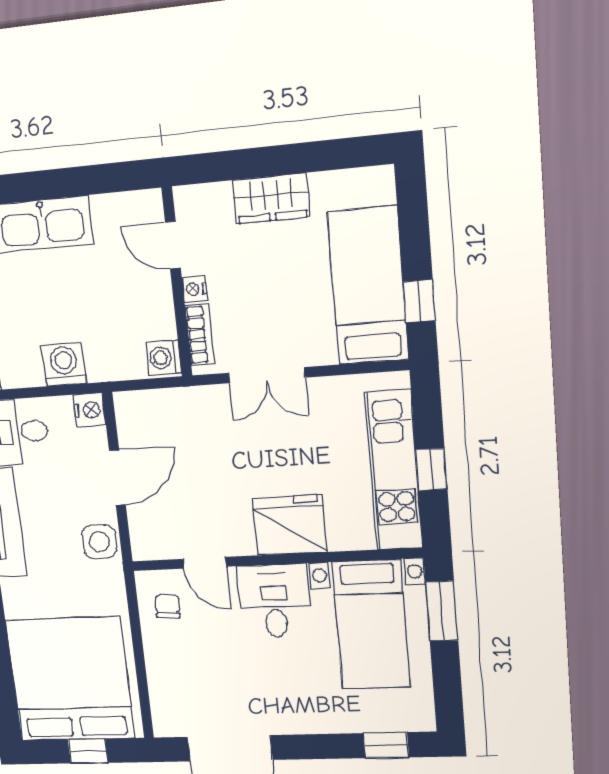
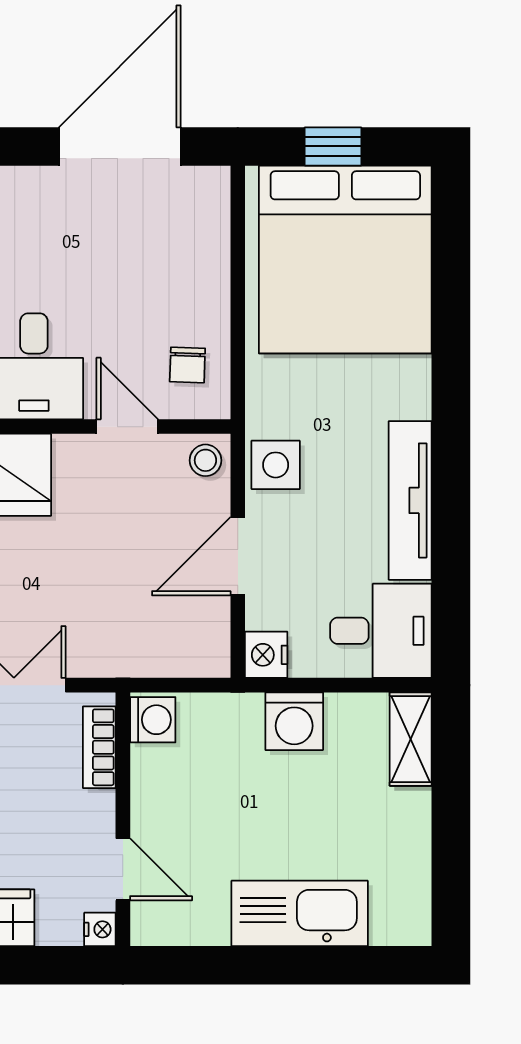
nightstand: (195, 289) -> (100, 929), moved
stool: (148, 542) -> (205, 460), added

